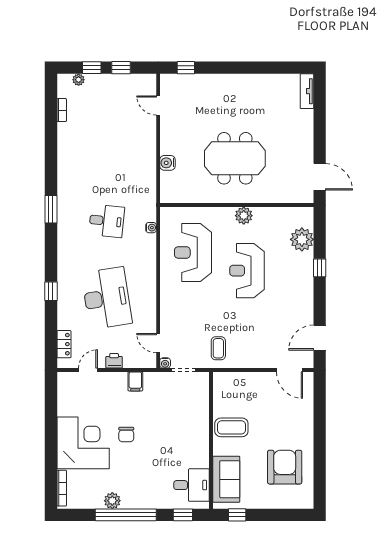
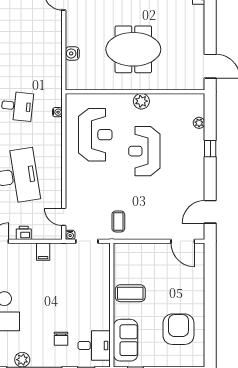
plant: (302, 239) -> (199, 123), width x0.53, depth x0.53
reception desk: (193, 252) -> (95, 135), turned 180
chair: (126, 435) -> (61, 339), moved

